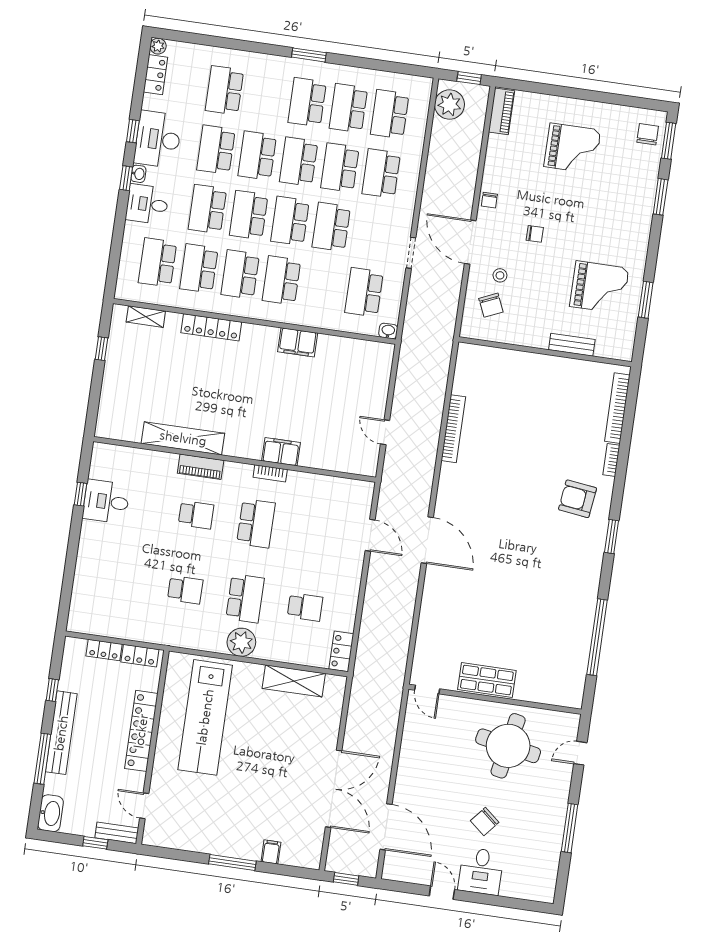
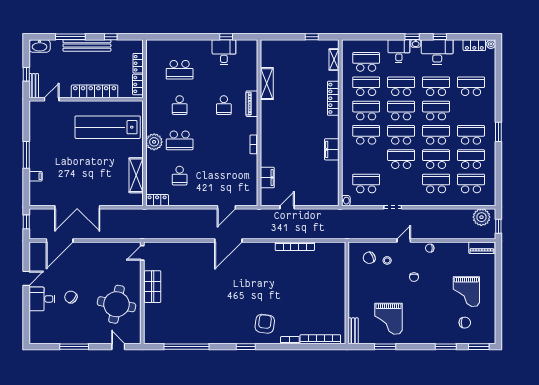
chair: (648, 134) -> (465, 323), moved
door: (470, 242) -> (404, 241), width x0.53
bench: (572, 345) -> (353, 331), moved
shelving: (183, 438) -> (267, 84), width x0.68
filing cabinet: (281, 452) -> (267, 178), moved
school desk: (256, 523) -> (180, 70), moved

